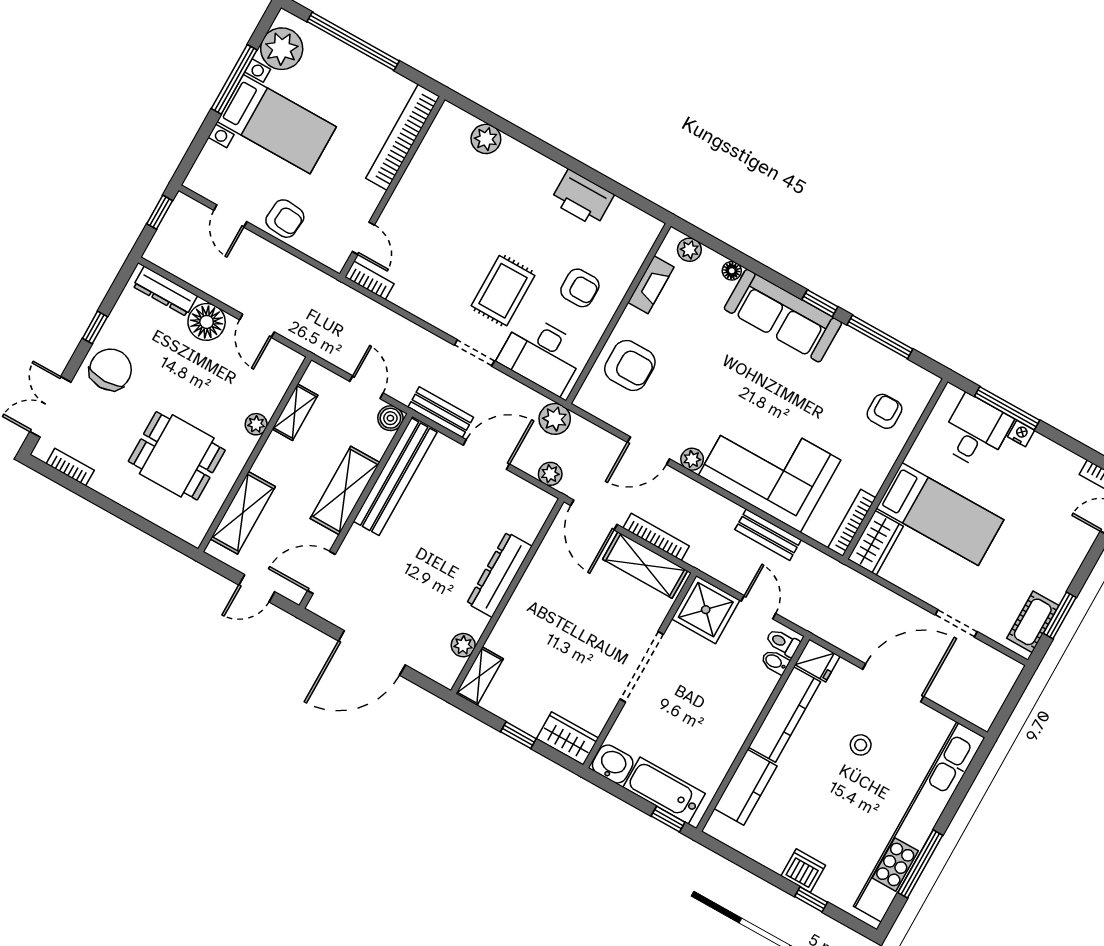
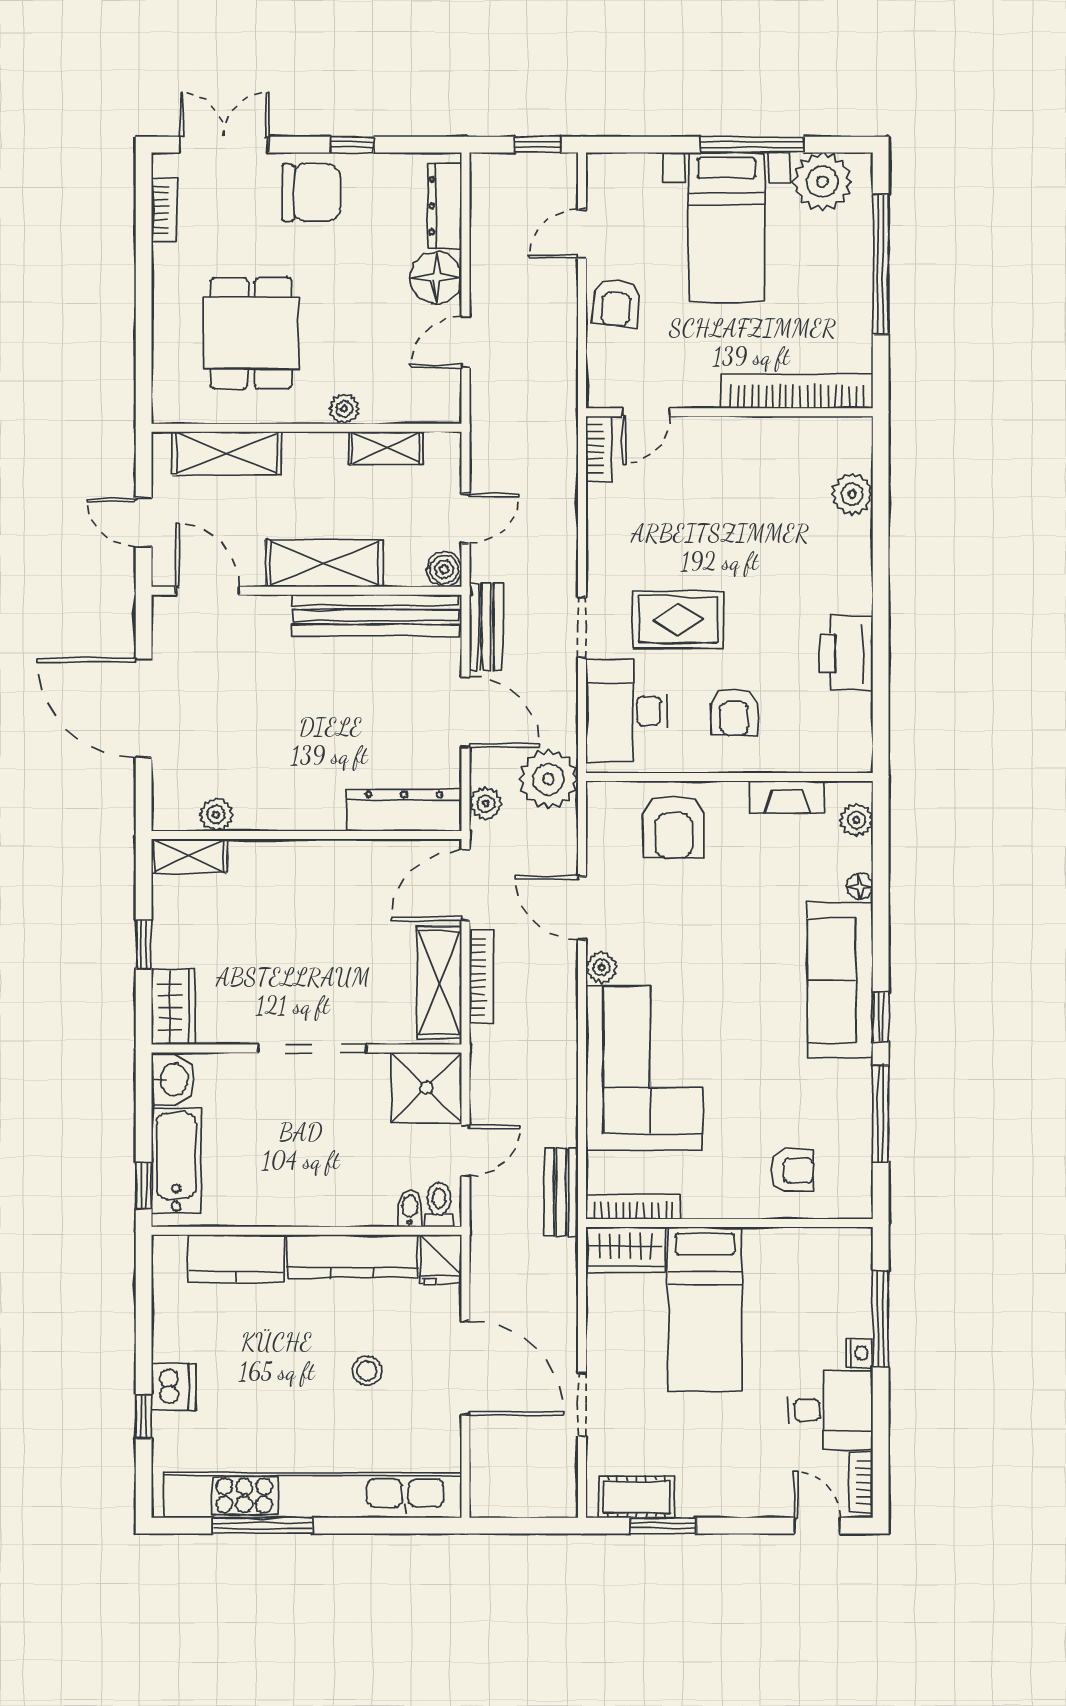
plant: (555, 419) -> (548, 779), width x1.36, depth x1.36
desk: (976, 432) -> (830, 1410), moved
bench: (768, 535) -> (561, 1192), moved
dresser: (499, 575) -> (404, 811), moved

